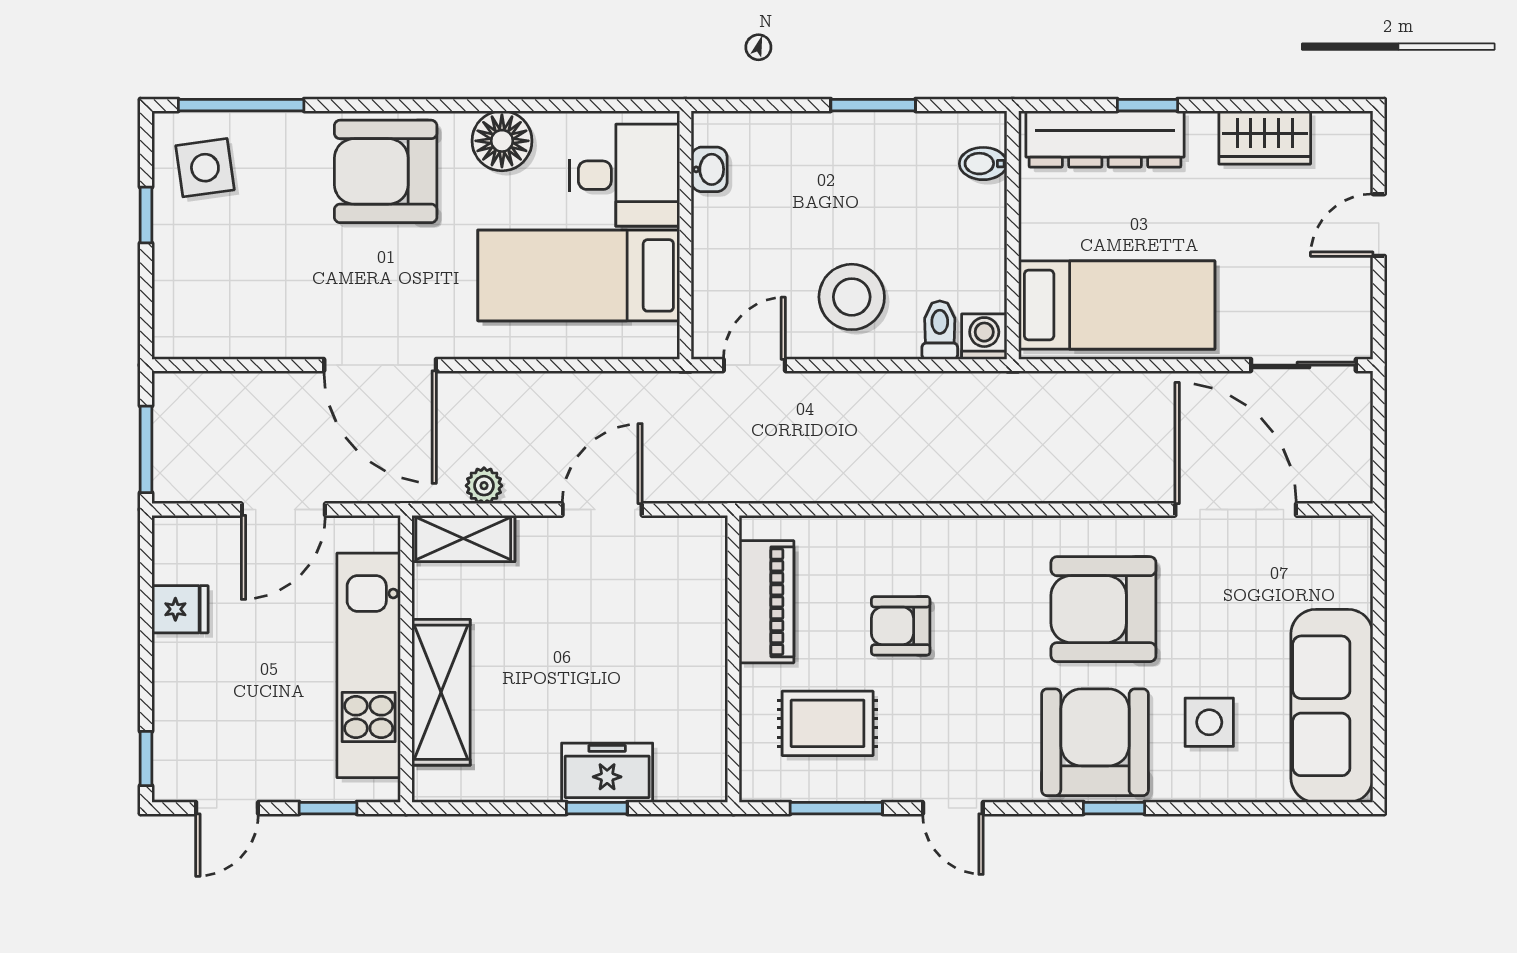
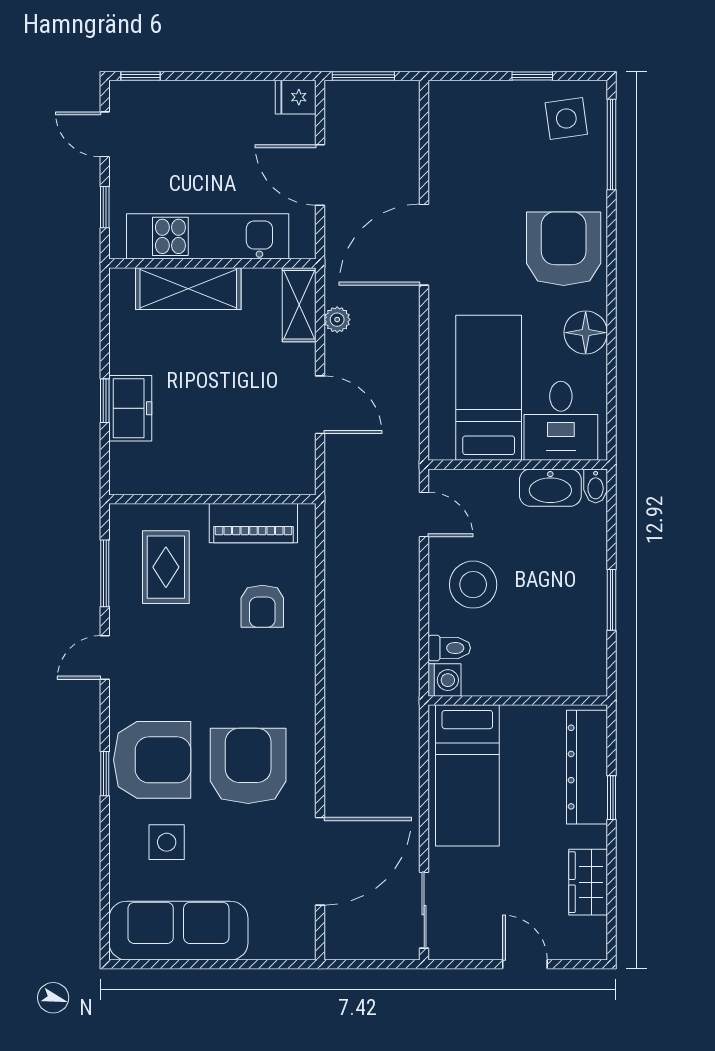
bidet: (983, 164) -> (596, 486), moved, turned 180
washbasin: (709, 169) -> (550, 488), width x1.91, depth x1.45
fridge: (180, 609) -> (296, 97), moved, turned 90
armchair: (901, 626) -> (262, 606), moved, turned 180

